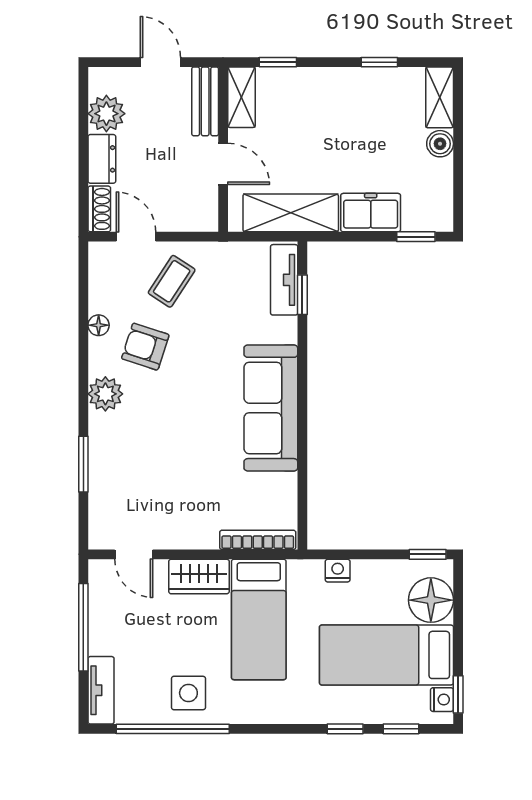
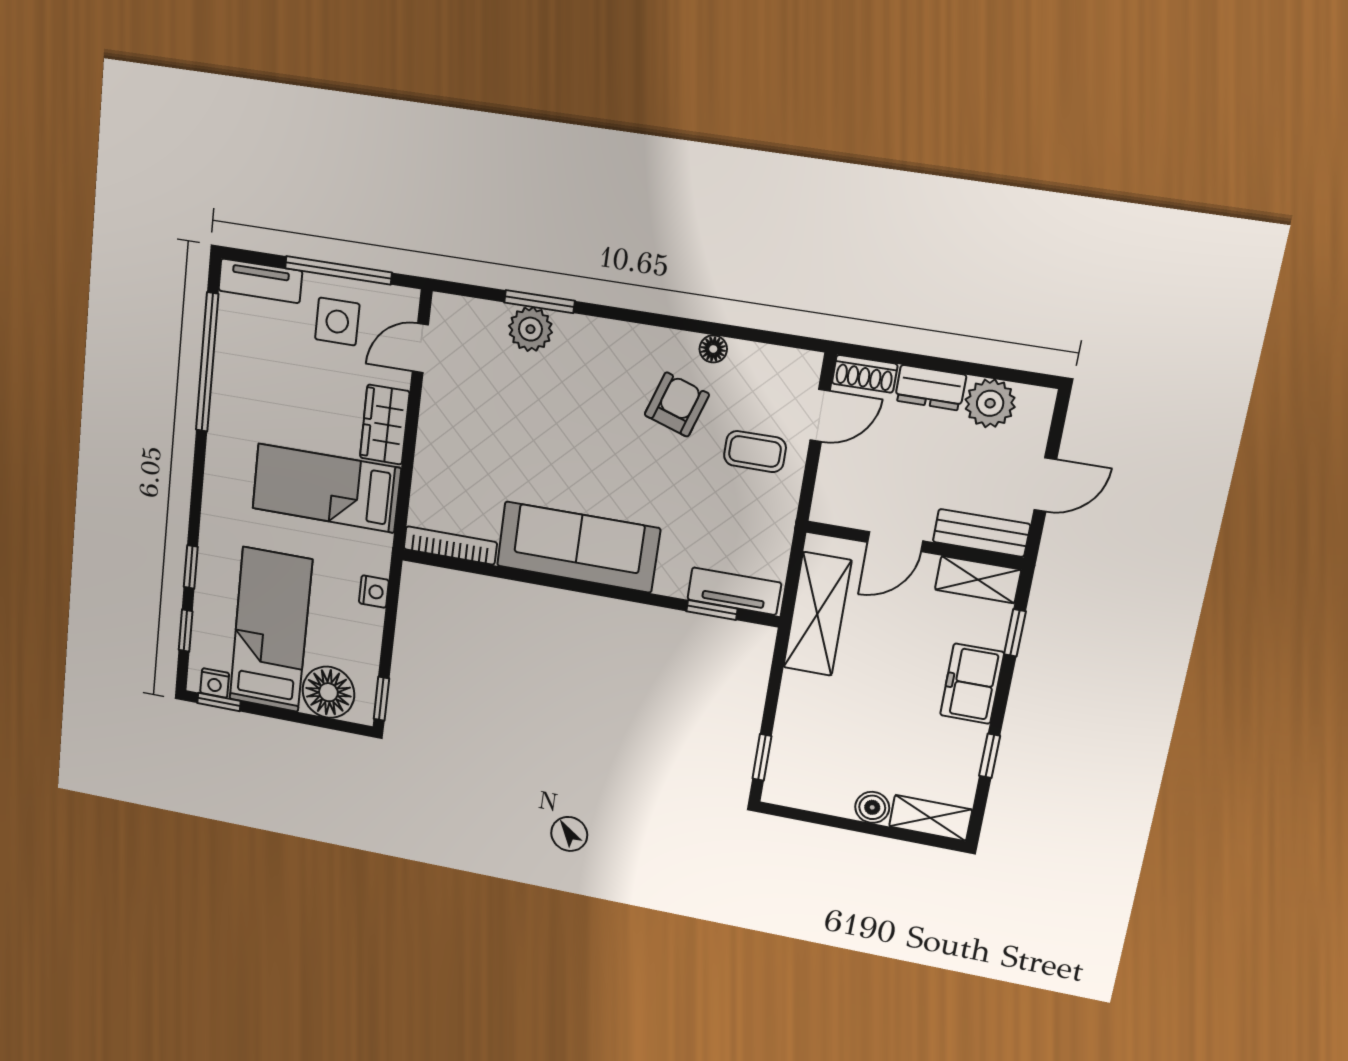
freezer: (371, 213) -> (972, 684), moved, turned 180
coffee table: (172, 281) -> (755, 452), turned -33
plant: (105, 394) -> (530, 329), moved
bookcase: (258, 540) -> (450, 546), moved, turned -90
side table: (188, 693) -> (337, 322), moved

